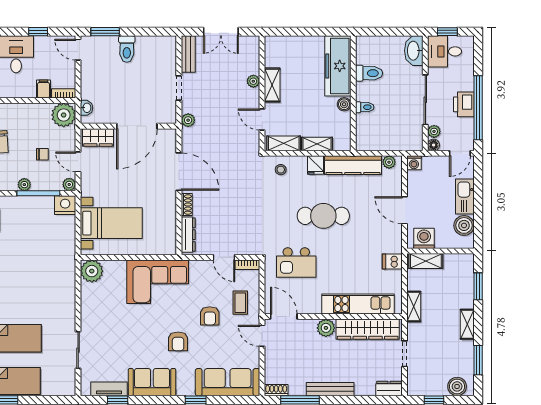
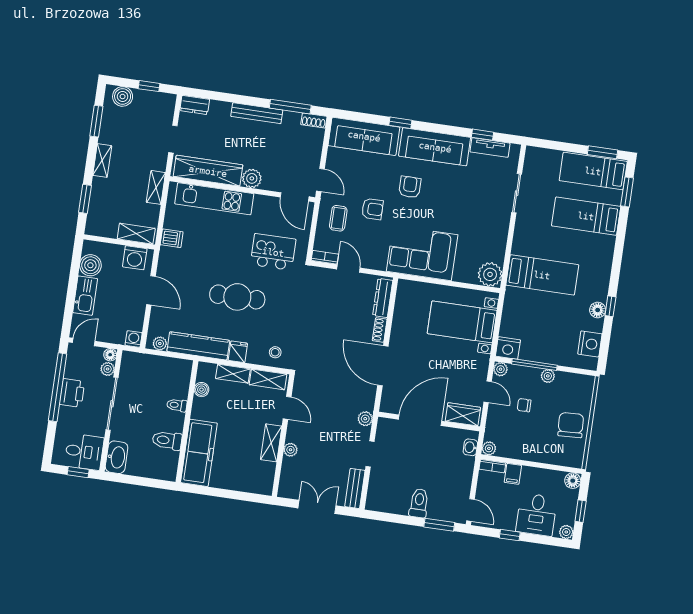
boiler: (344, 104) -> (201, 390), moved
plant: (64, 115) -> (489, 448), width x0.53, depth x0.53
bed: (43, 278) -> (542, 275), added
armchair: (210, 316) -> (372, 209), turned 90
sofa: (152, 382) -> (435, 147), width x1.36

